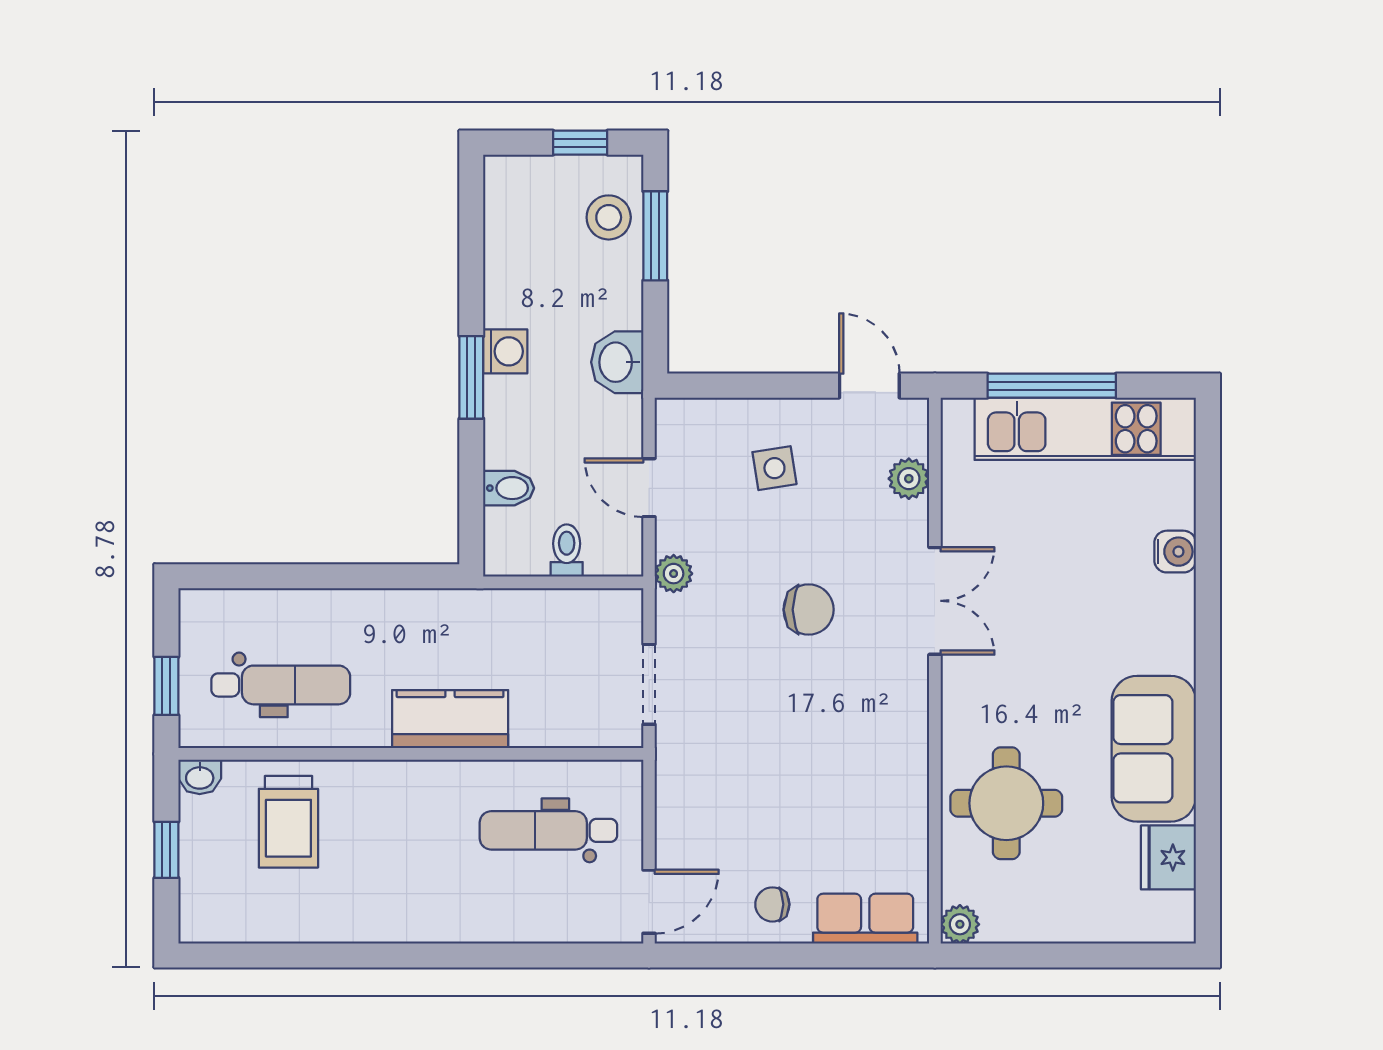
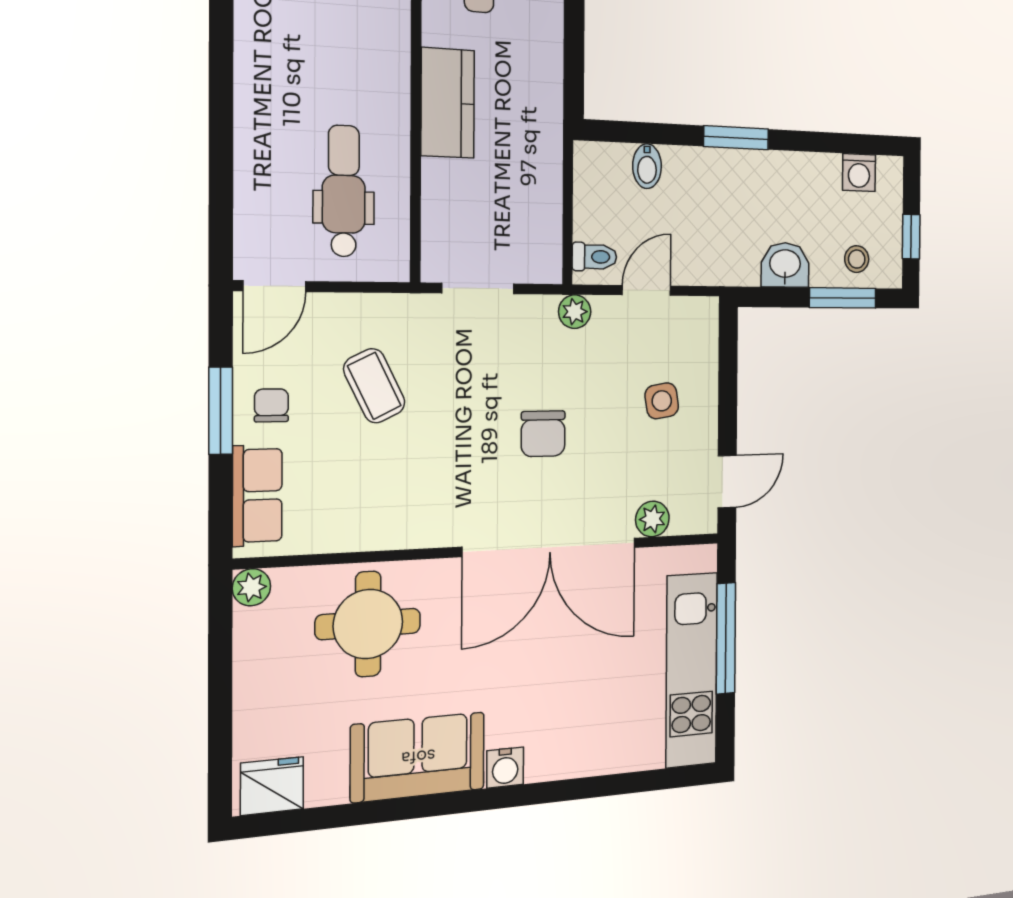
stool: (609, 217) -> (857, 259), width x0.73, depth x0.73
washing machine: (505, 351) -> (859, 173), moved
washbasin: (617, 362) -> (785, 265), moved
toilet: (567, 551) -> (594, 257), moved
water cooler: (1175, 552) -> (505, 767), moved
double door: (935, 601) -> (550, 547), width x1.87
coffee table: (753, 797) -> (374, 386), added
fridge: (1168, 857) -> (272, 786), moved
door: (649, 902) -> (274, 286), hinge flipped
window: (777, 955) -> (221, 411), added

